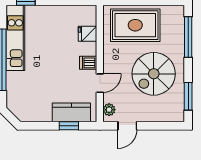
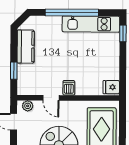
fridge: (88, 34) -> (111, 87), moved, turned -90
kitchen counter: (71, 112) -> (26, 47), moved

